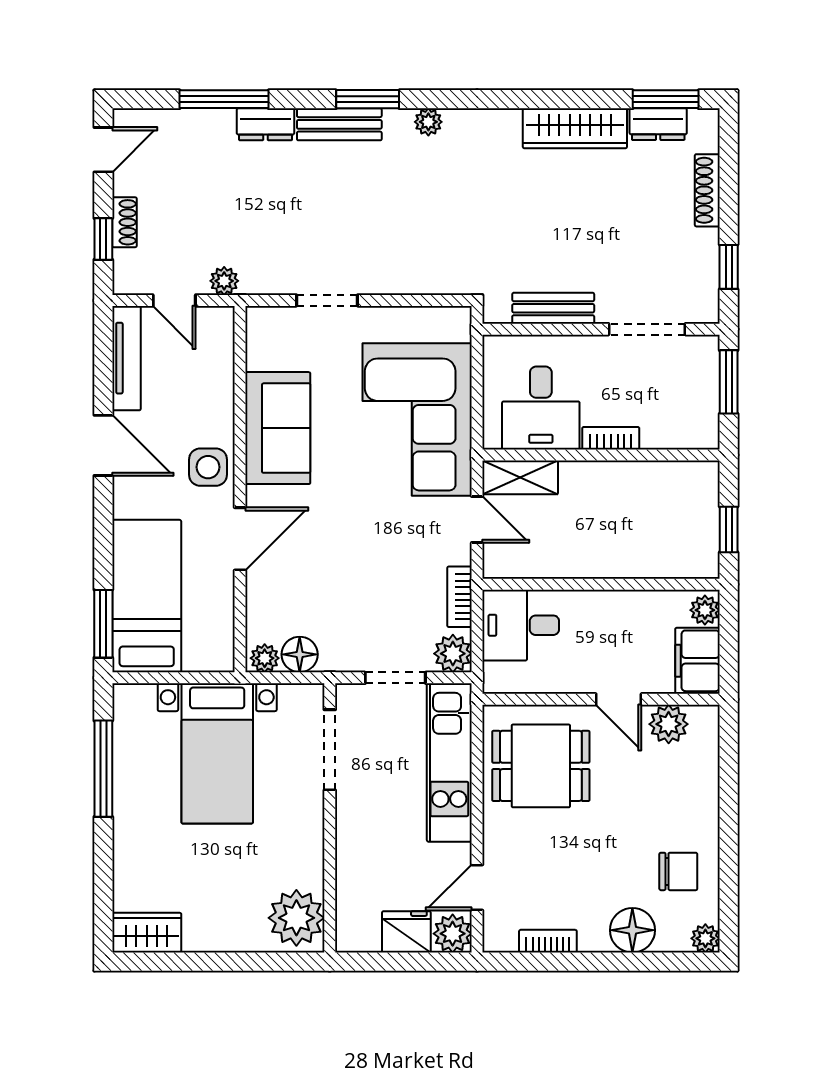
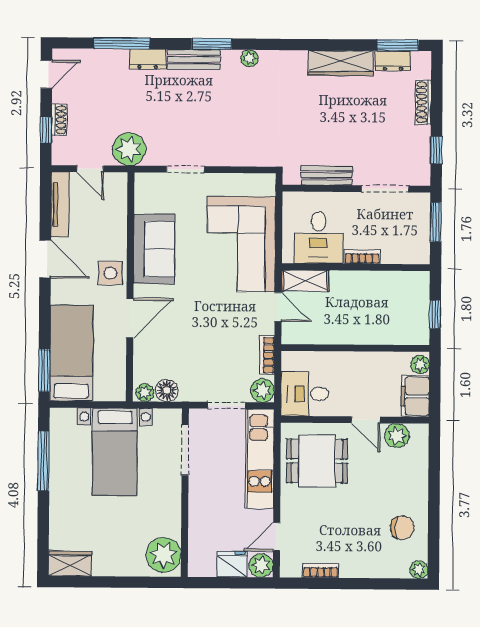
plant: (224, 281) -> (129, 149), width x1.88, depth x1.88
desk: (521, 625) -> (305, 394), moved
floor lamp: (632, 930) -> (373, 564), removed

